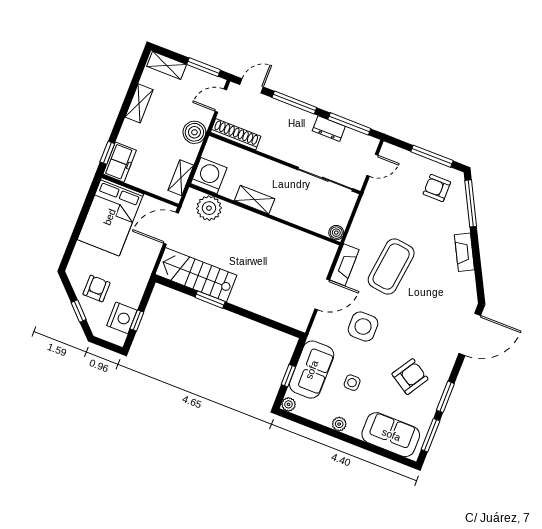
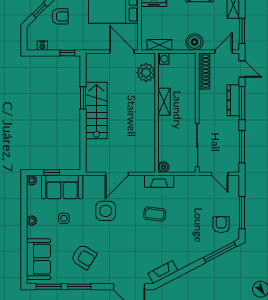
door: (221, 101) -> (223, 52), hinge flipped
dresser: (329, 129) -> (233, 100), moved, width x1.44
washing machine: (209, 176) -> (163, 59), width x0.53, depth x0.53
fireplace: (464, 252) -> (163, 272), moved
fireplace: (344, 265) -> (159, 181), moved
coffee table: (391, 266) -> (155, 214), width x0.54, depth x0.58
stairs: (196, 275) -> (96, 110), moved
door: (322, 294) -> (117, 174), hinge flipped
nightstand: (122, 318) -> (42, 46), width x0.53, depth x0.56
window: (137, 321) -> (67, 53), moved

